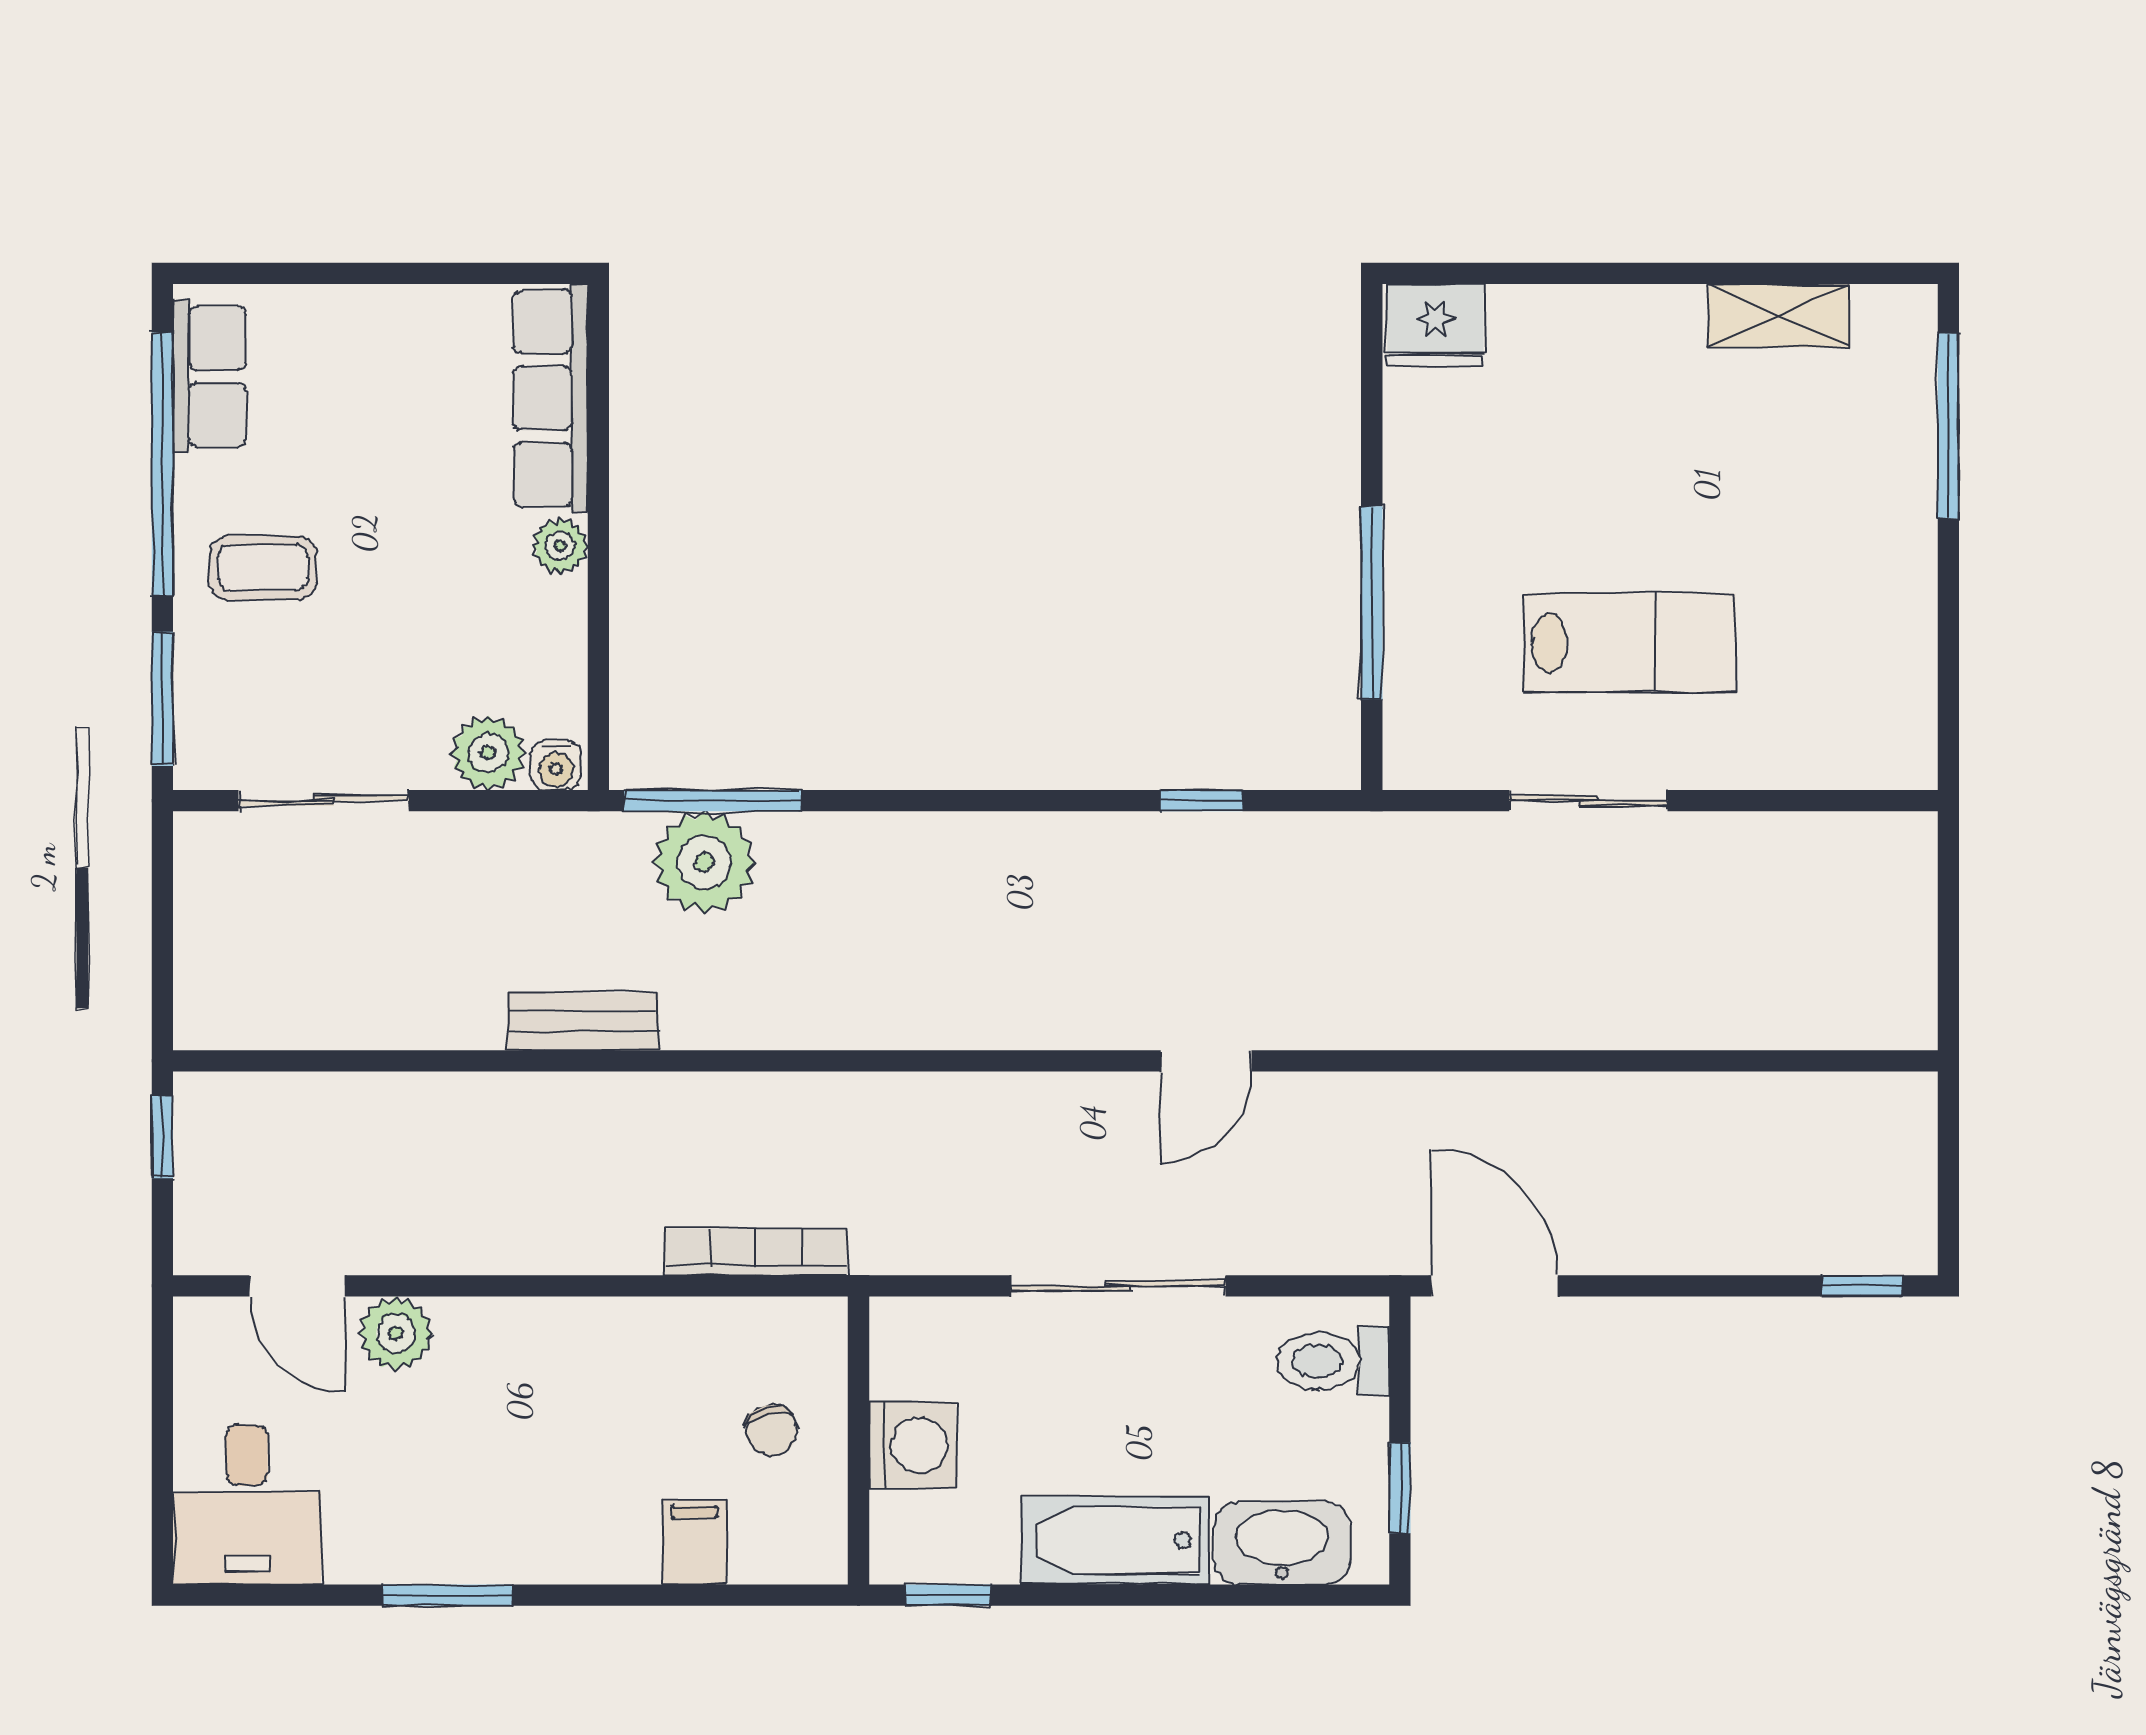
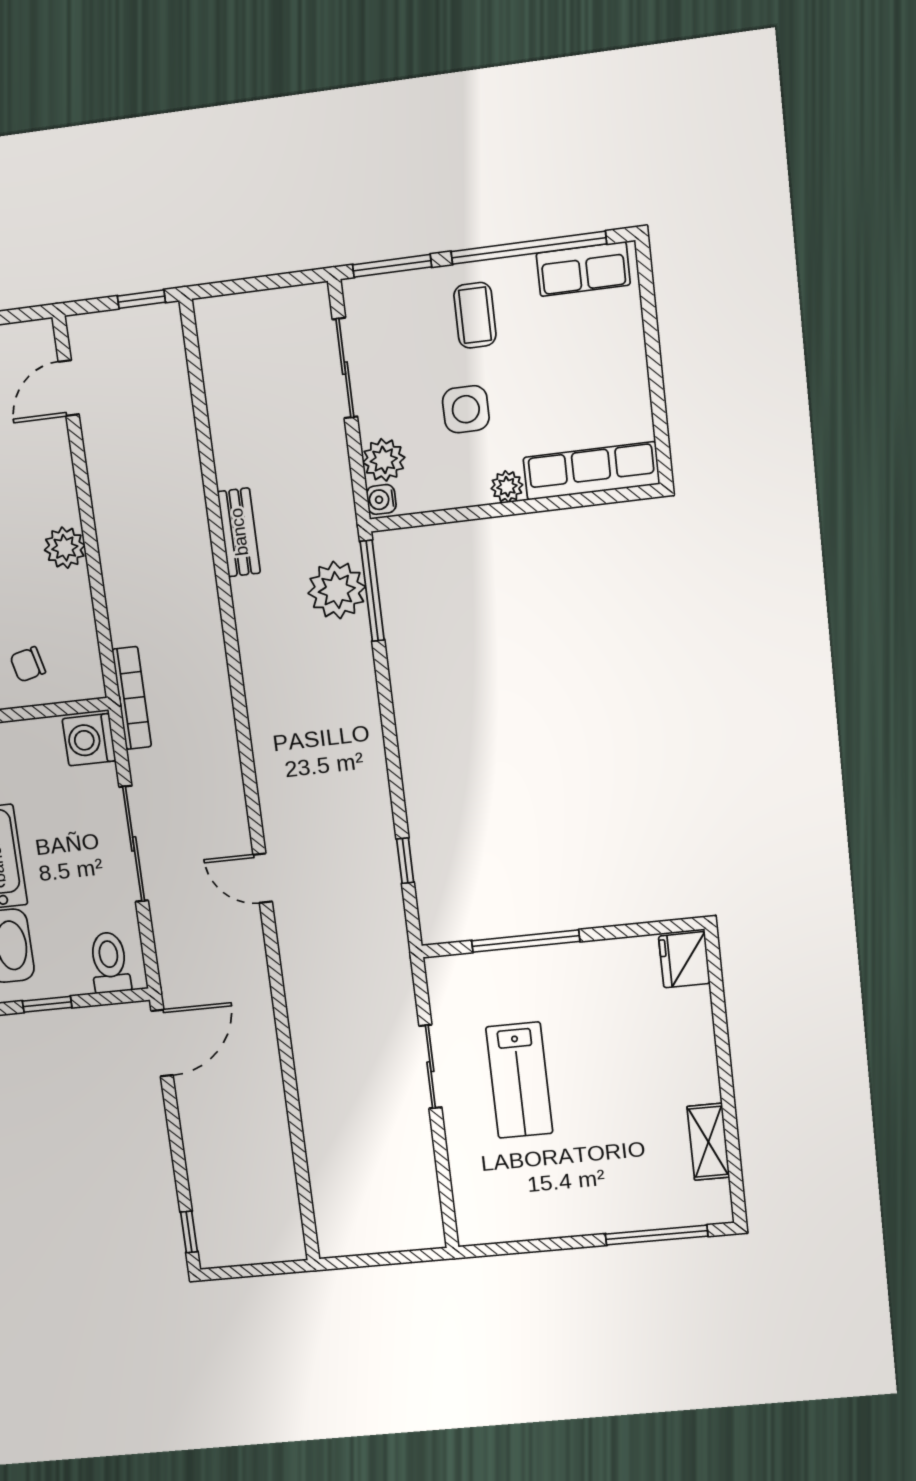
side table: (419, 601) -> (466, 409), added
bookcase: (756, 1252) -> (132, 698), moved
plant: (396, 1333) -> (65, 548), moved
washing machine: (912, 1445) -> (89, 740), moved, turned 90

